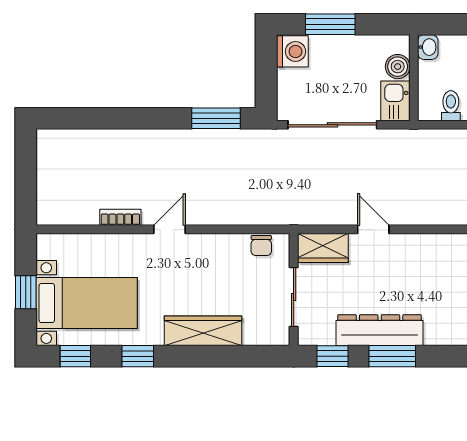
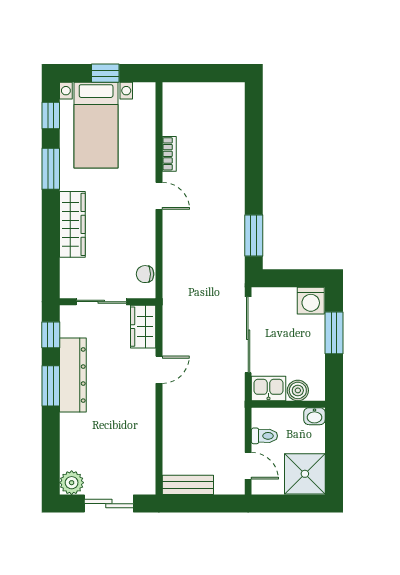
window: (138, 356) -> (51, 169), width x1.50

